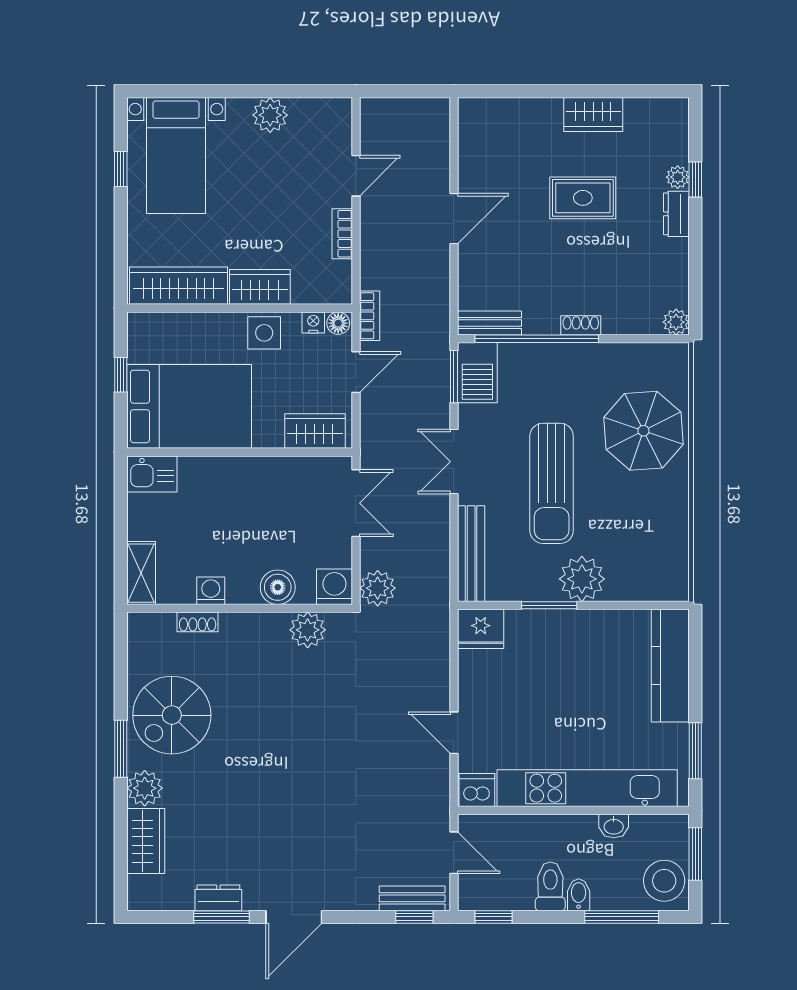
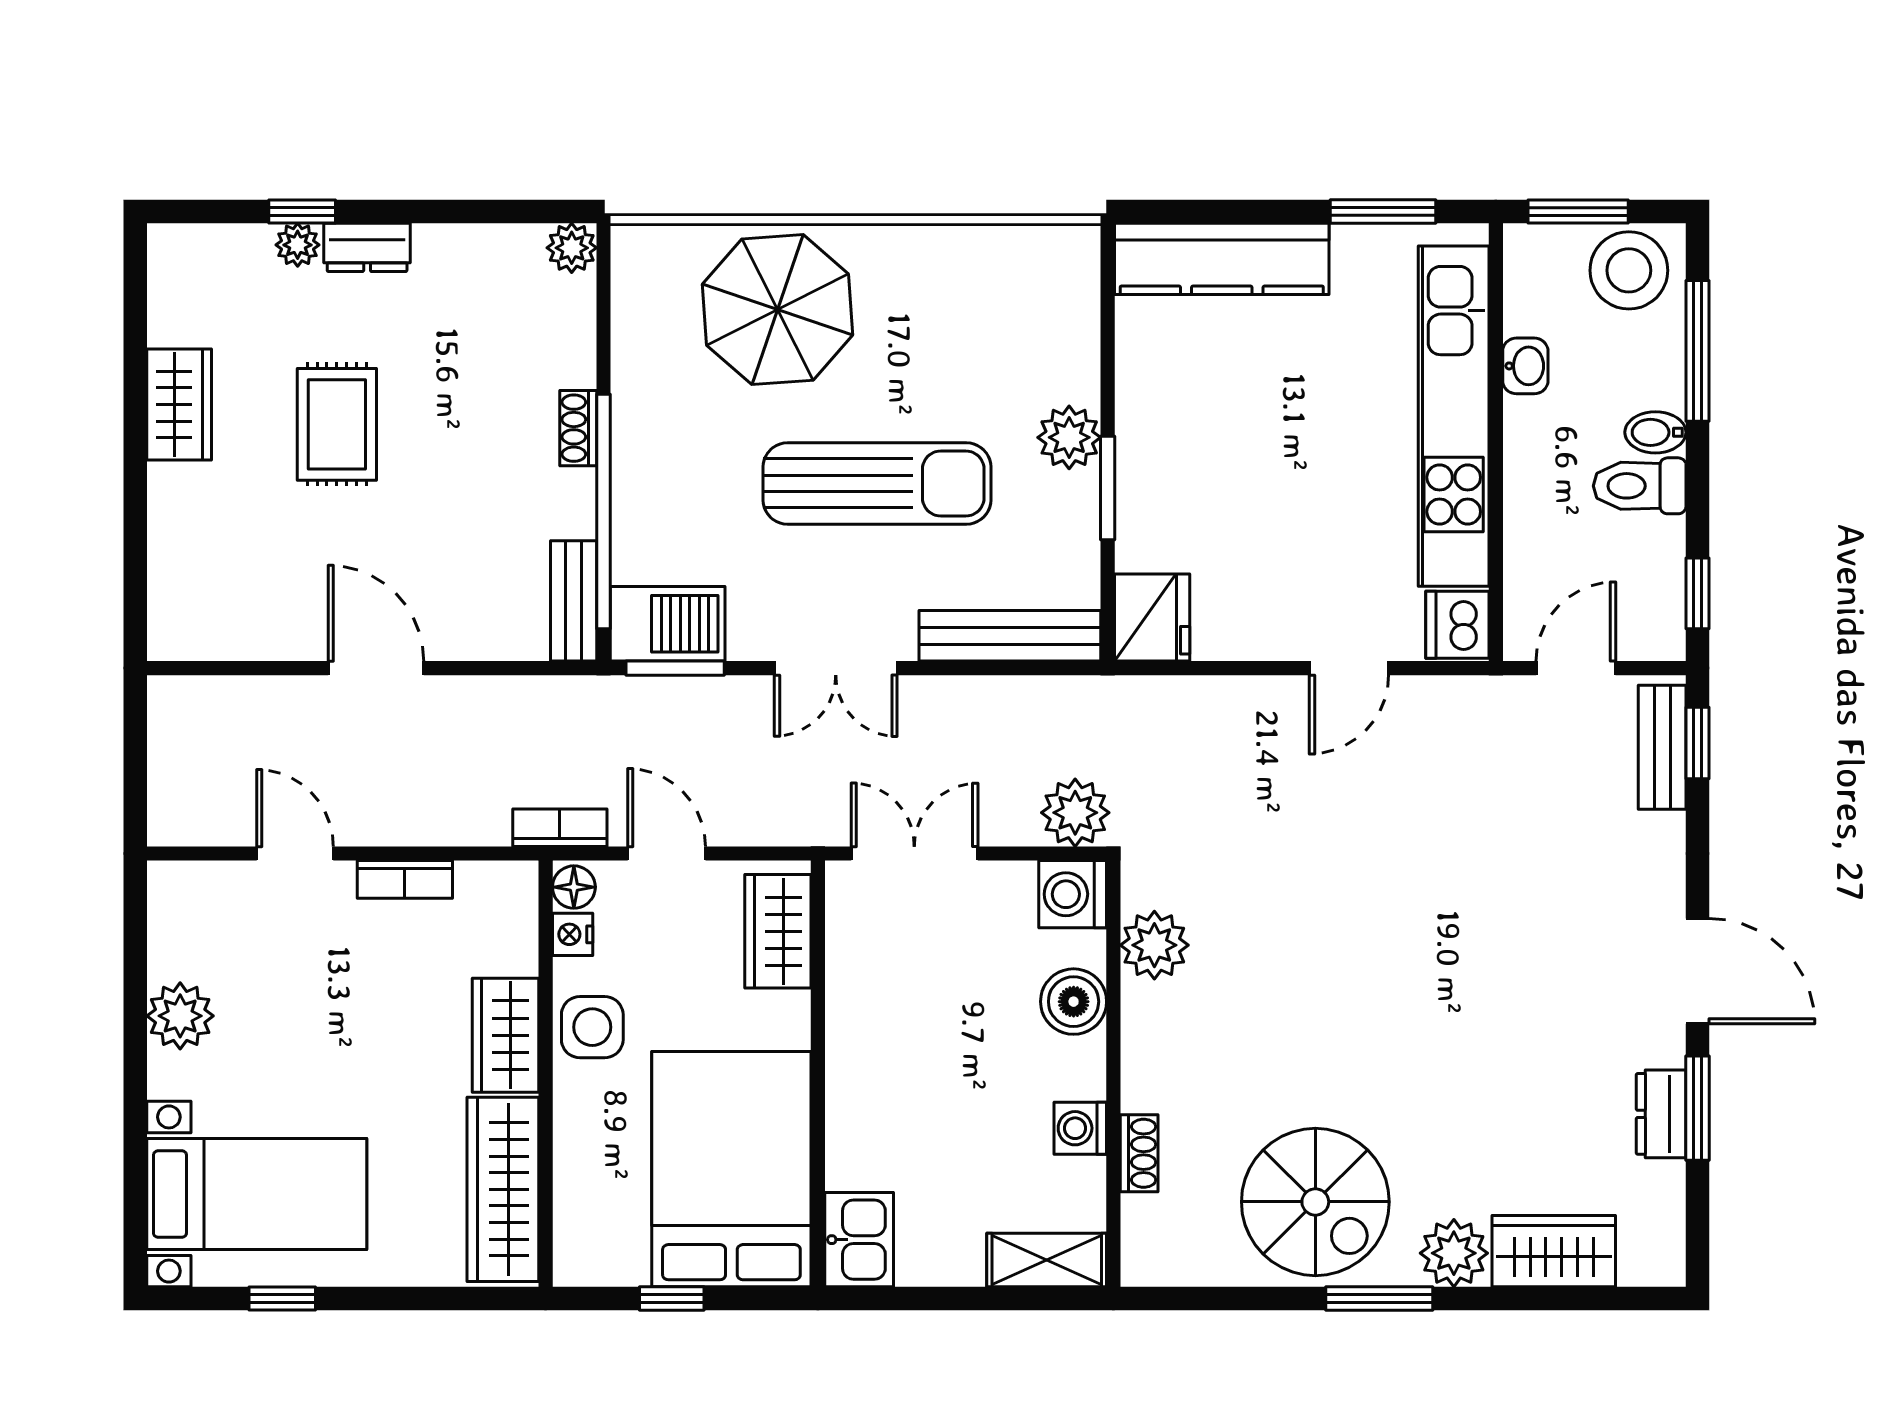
plant: (582, 579) -> (1069, 437), width x0.73, depth x0.73

